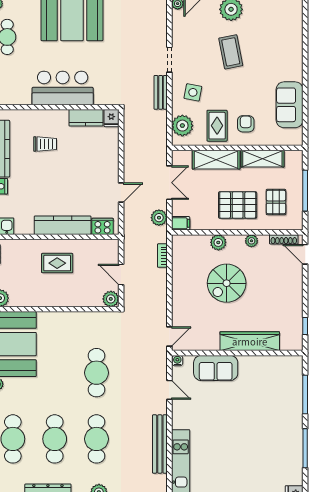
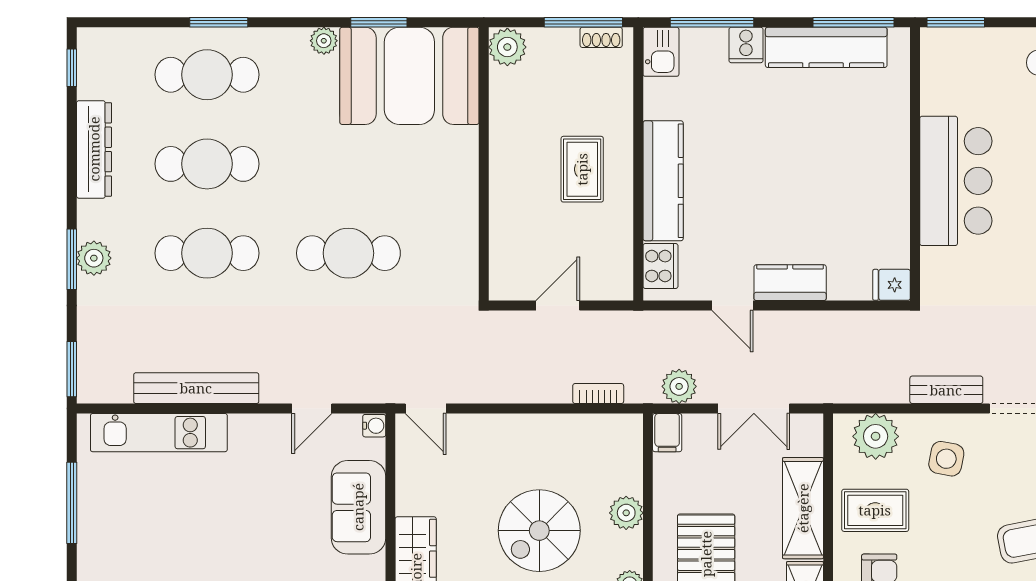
kitchen counter: (86, 118) -> (790, 283), moved, turned 90
trolley: (45, 144) -> (836, 144), removed
spiral stairs: (227, 283) -> (539, 531), turned -90
plant: (111, 299) -> (506, 284), removed

